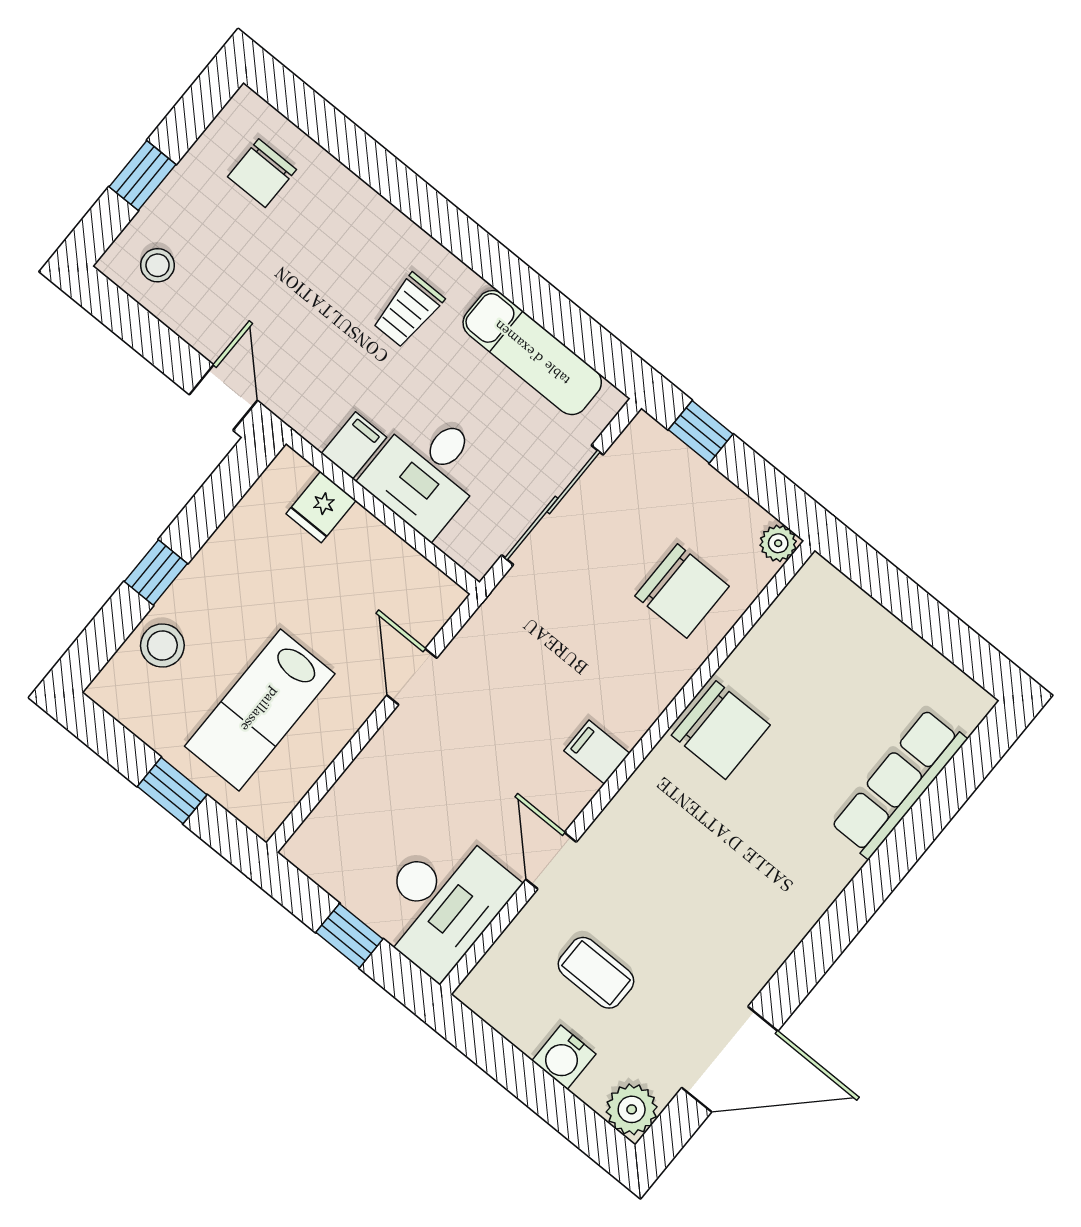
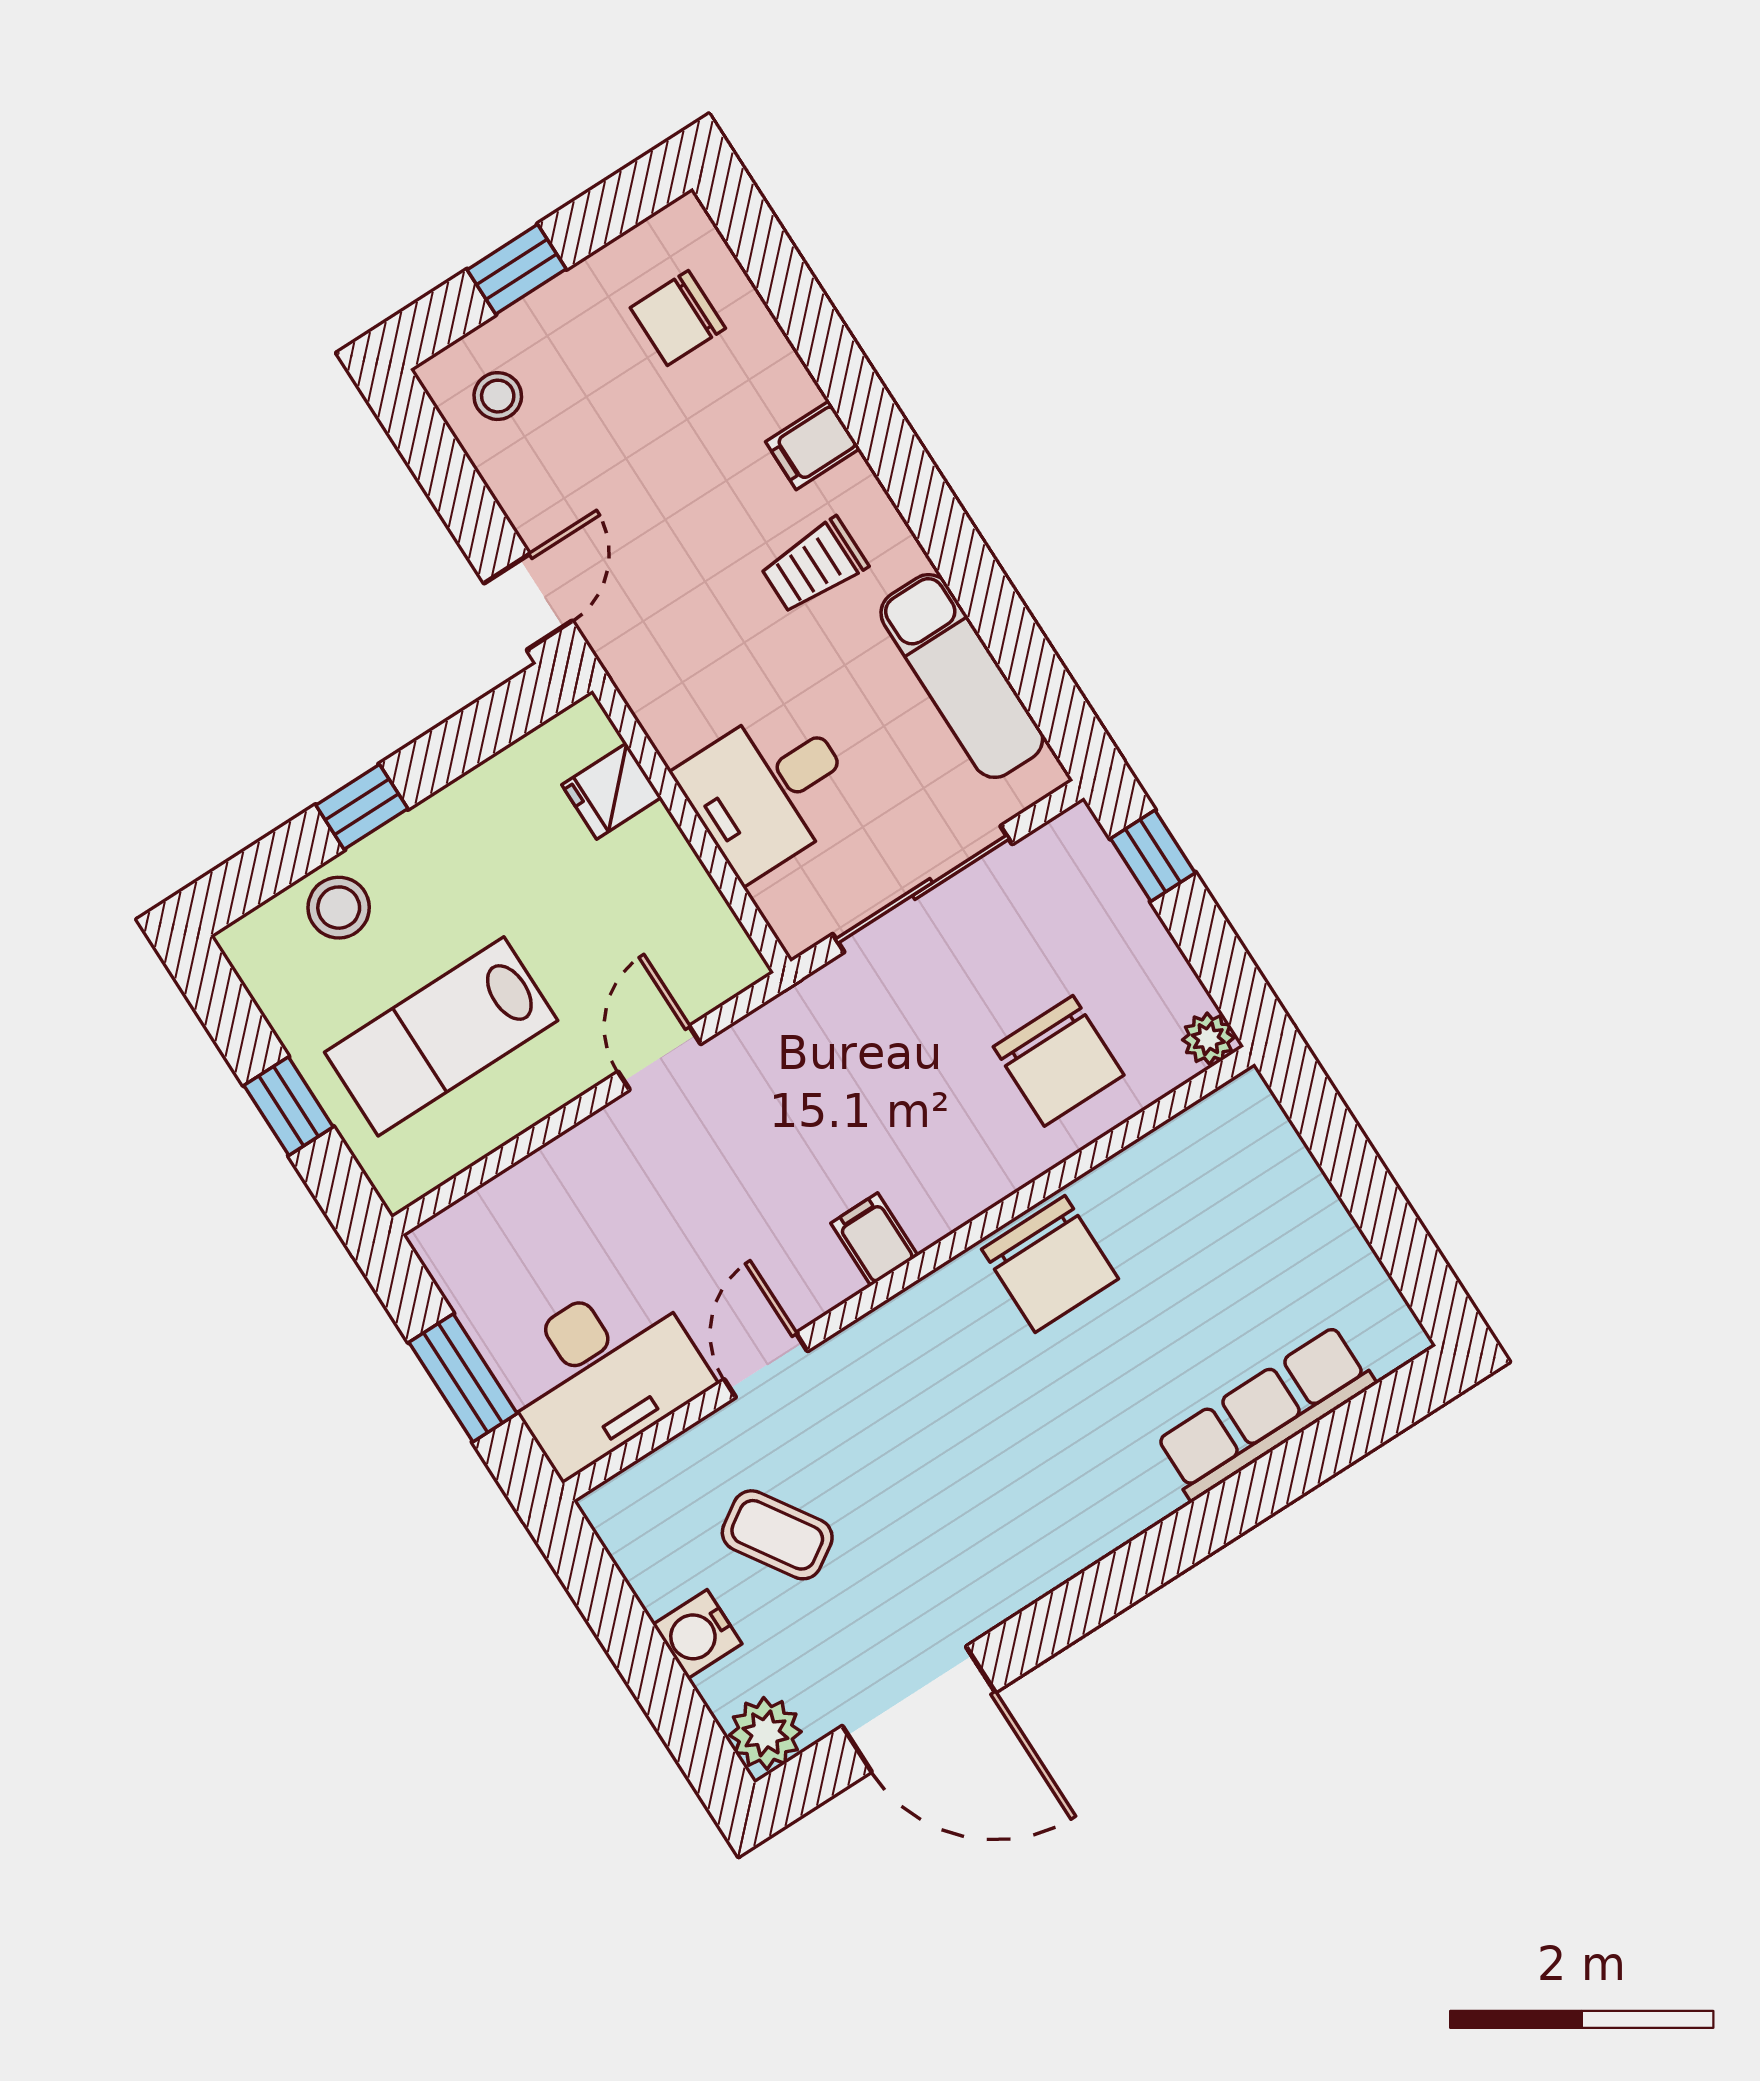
filing cabinet: (354, 445) -> (813, 445), moved, turned 180
window: (349, 936) -> (463, 1378), width x1.50
coffee table: (596, 973) -> (777, 1535), turned -33

